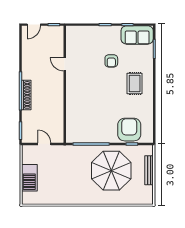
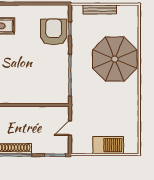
armchair: (129, 130) -> (54, 32), turned 90
parasol: (111, 171) -> (115, 59), moved

